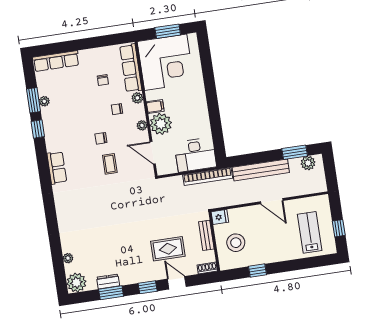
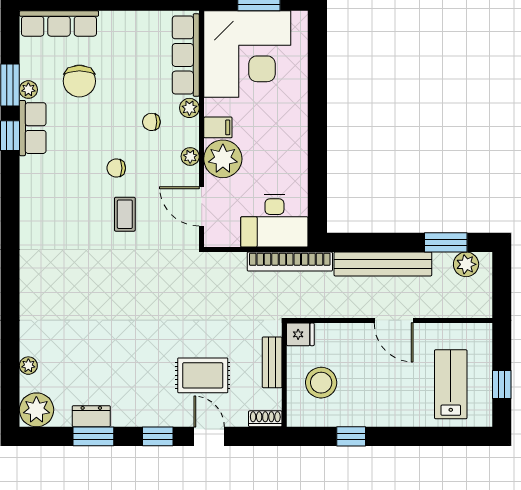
chair: (103, 80) -> (79, 81), moved, width x1.87, depth x1.87
row of seats: (57, 168) -> (33, 128), moved

